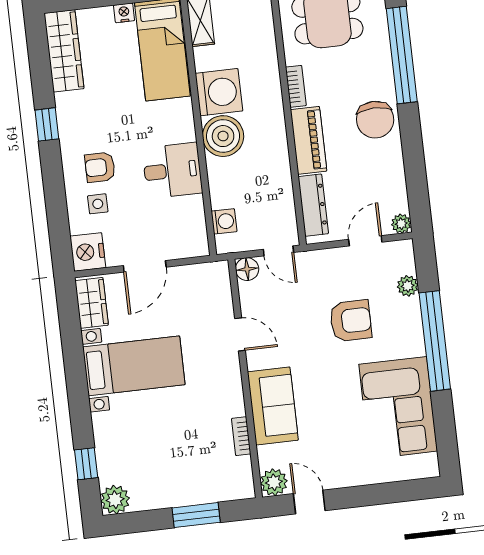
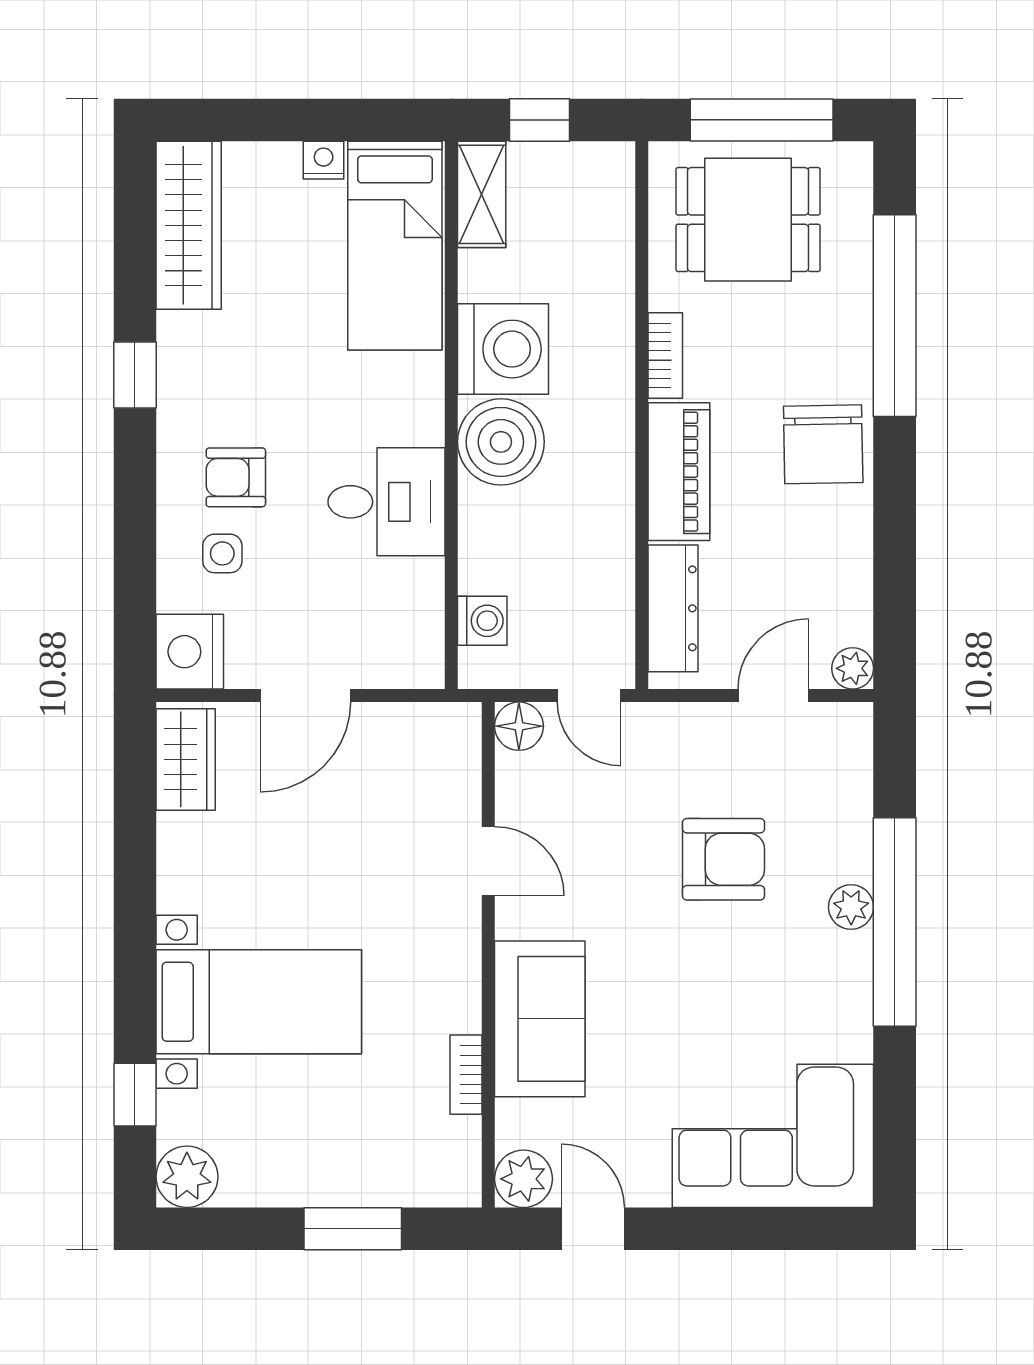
plant: (408, 286) -> (851, 907), moved
bed with nightstands: (134, 366) -> (259, 1002), moved
corner sofa: (398, 408) -> (773, 1136), moved, turned 90

